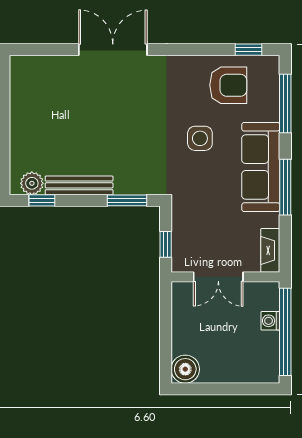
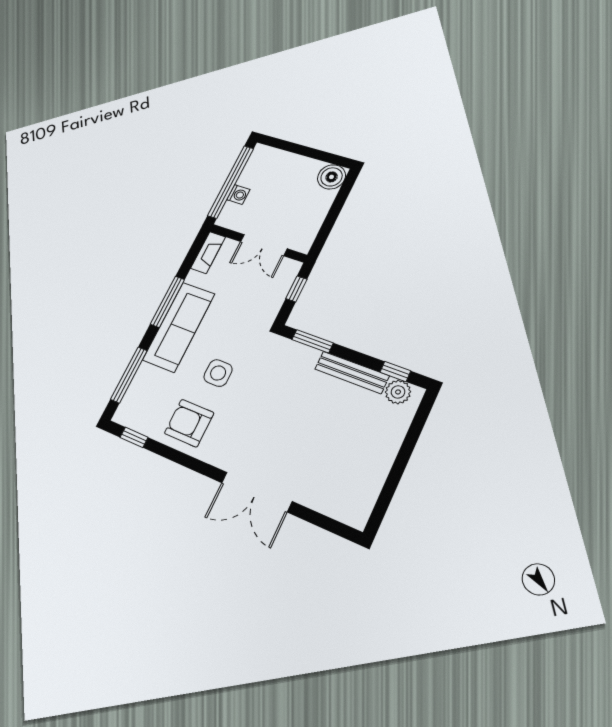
armchair: (228, 85) -> (189, 423), moved
double door: (218, 277) -> (264, 245), swing flipped

